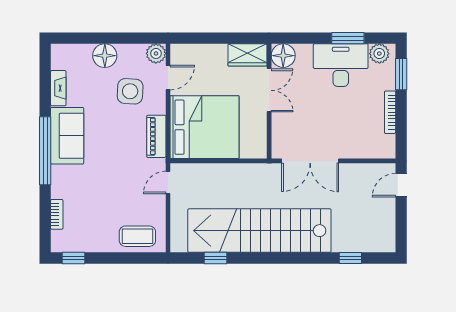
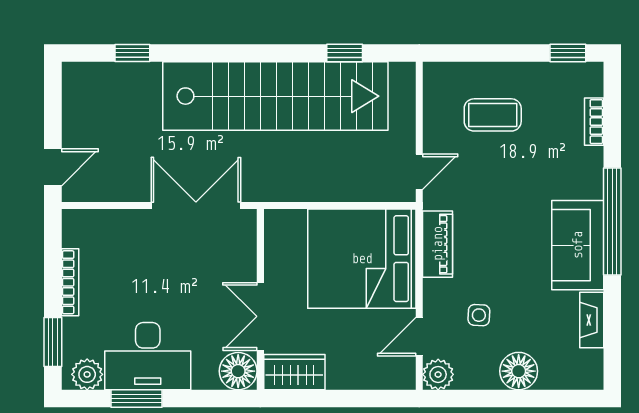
side table: (130, 91) -> (479, 315), width x0.54, depth x0.54
coffee table: (137, 236) -> (493, 115), moved

